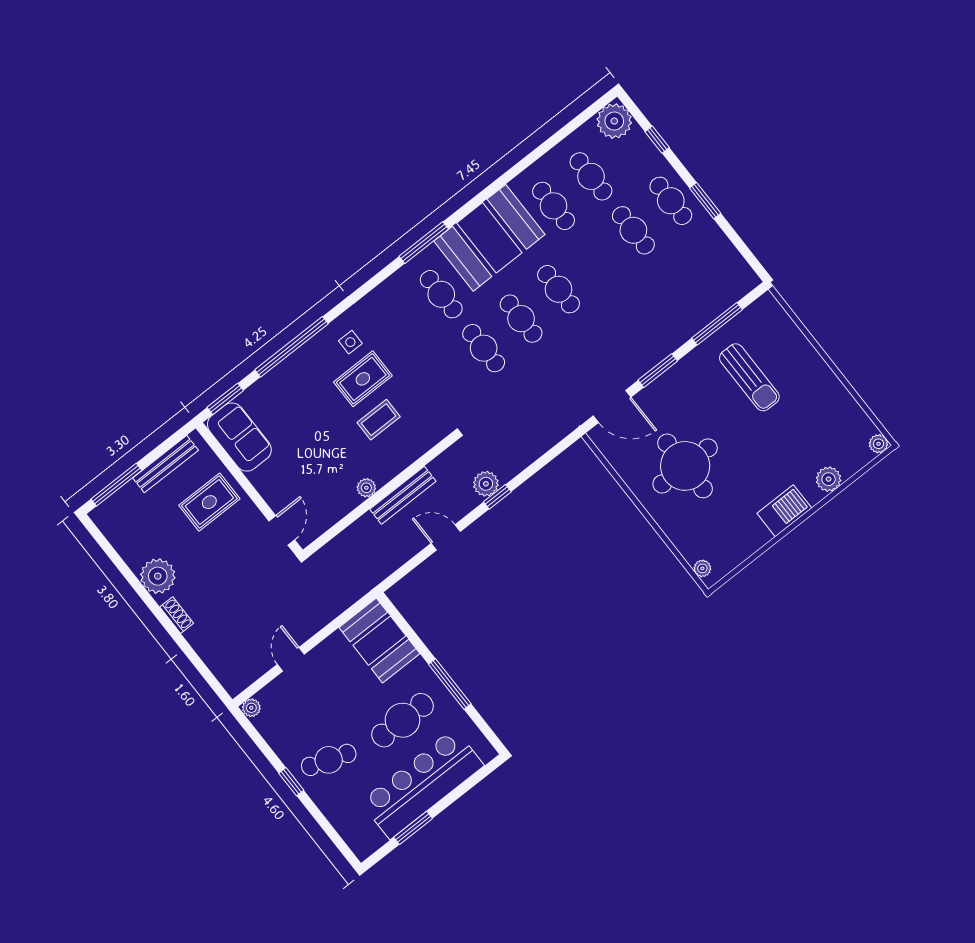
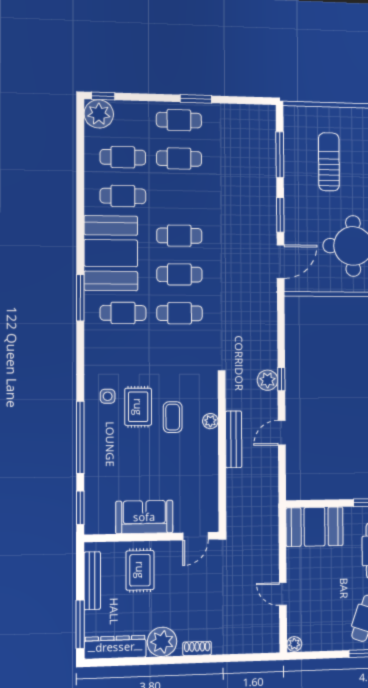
window: (657, 140) -> (103, 96), moved
sun lounger: (749, 377) -> (329, 162), turned -90
sofa: (239, 437) -> (144, 517), moved
plant: (366, 488) -> (210, 421), moved
door: (282, 530) -> (195, 536), swing flipped
dresser: (120, 535) -> (115, 647), added

